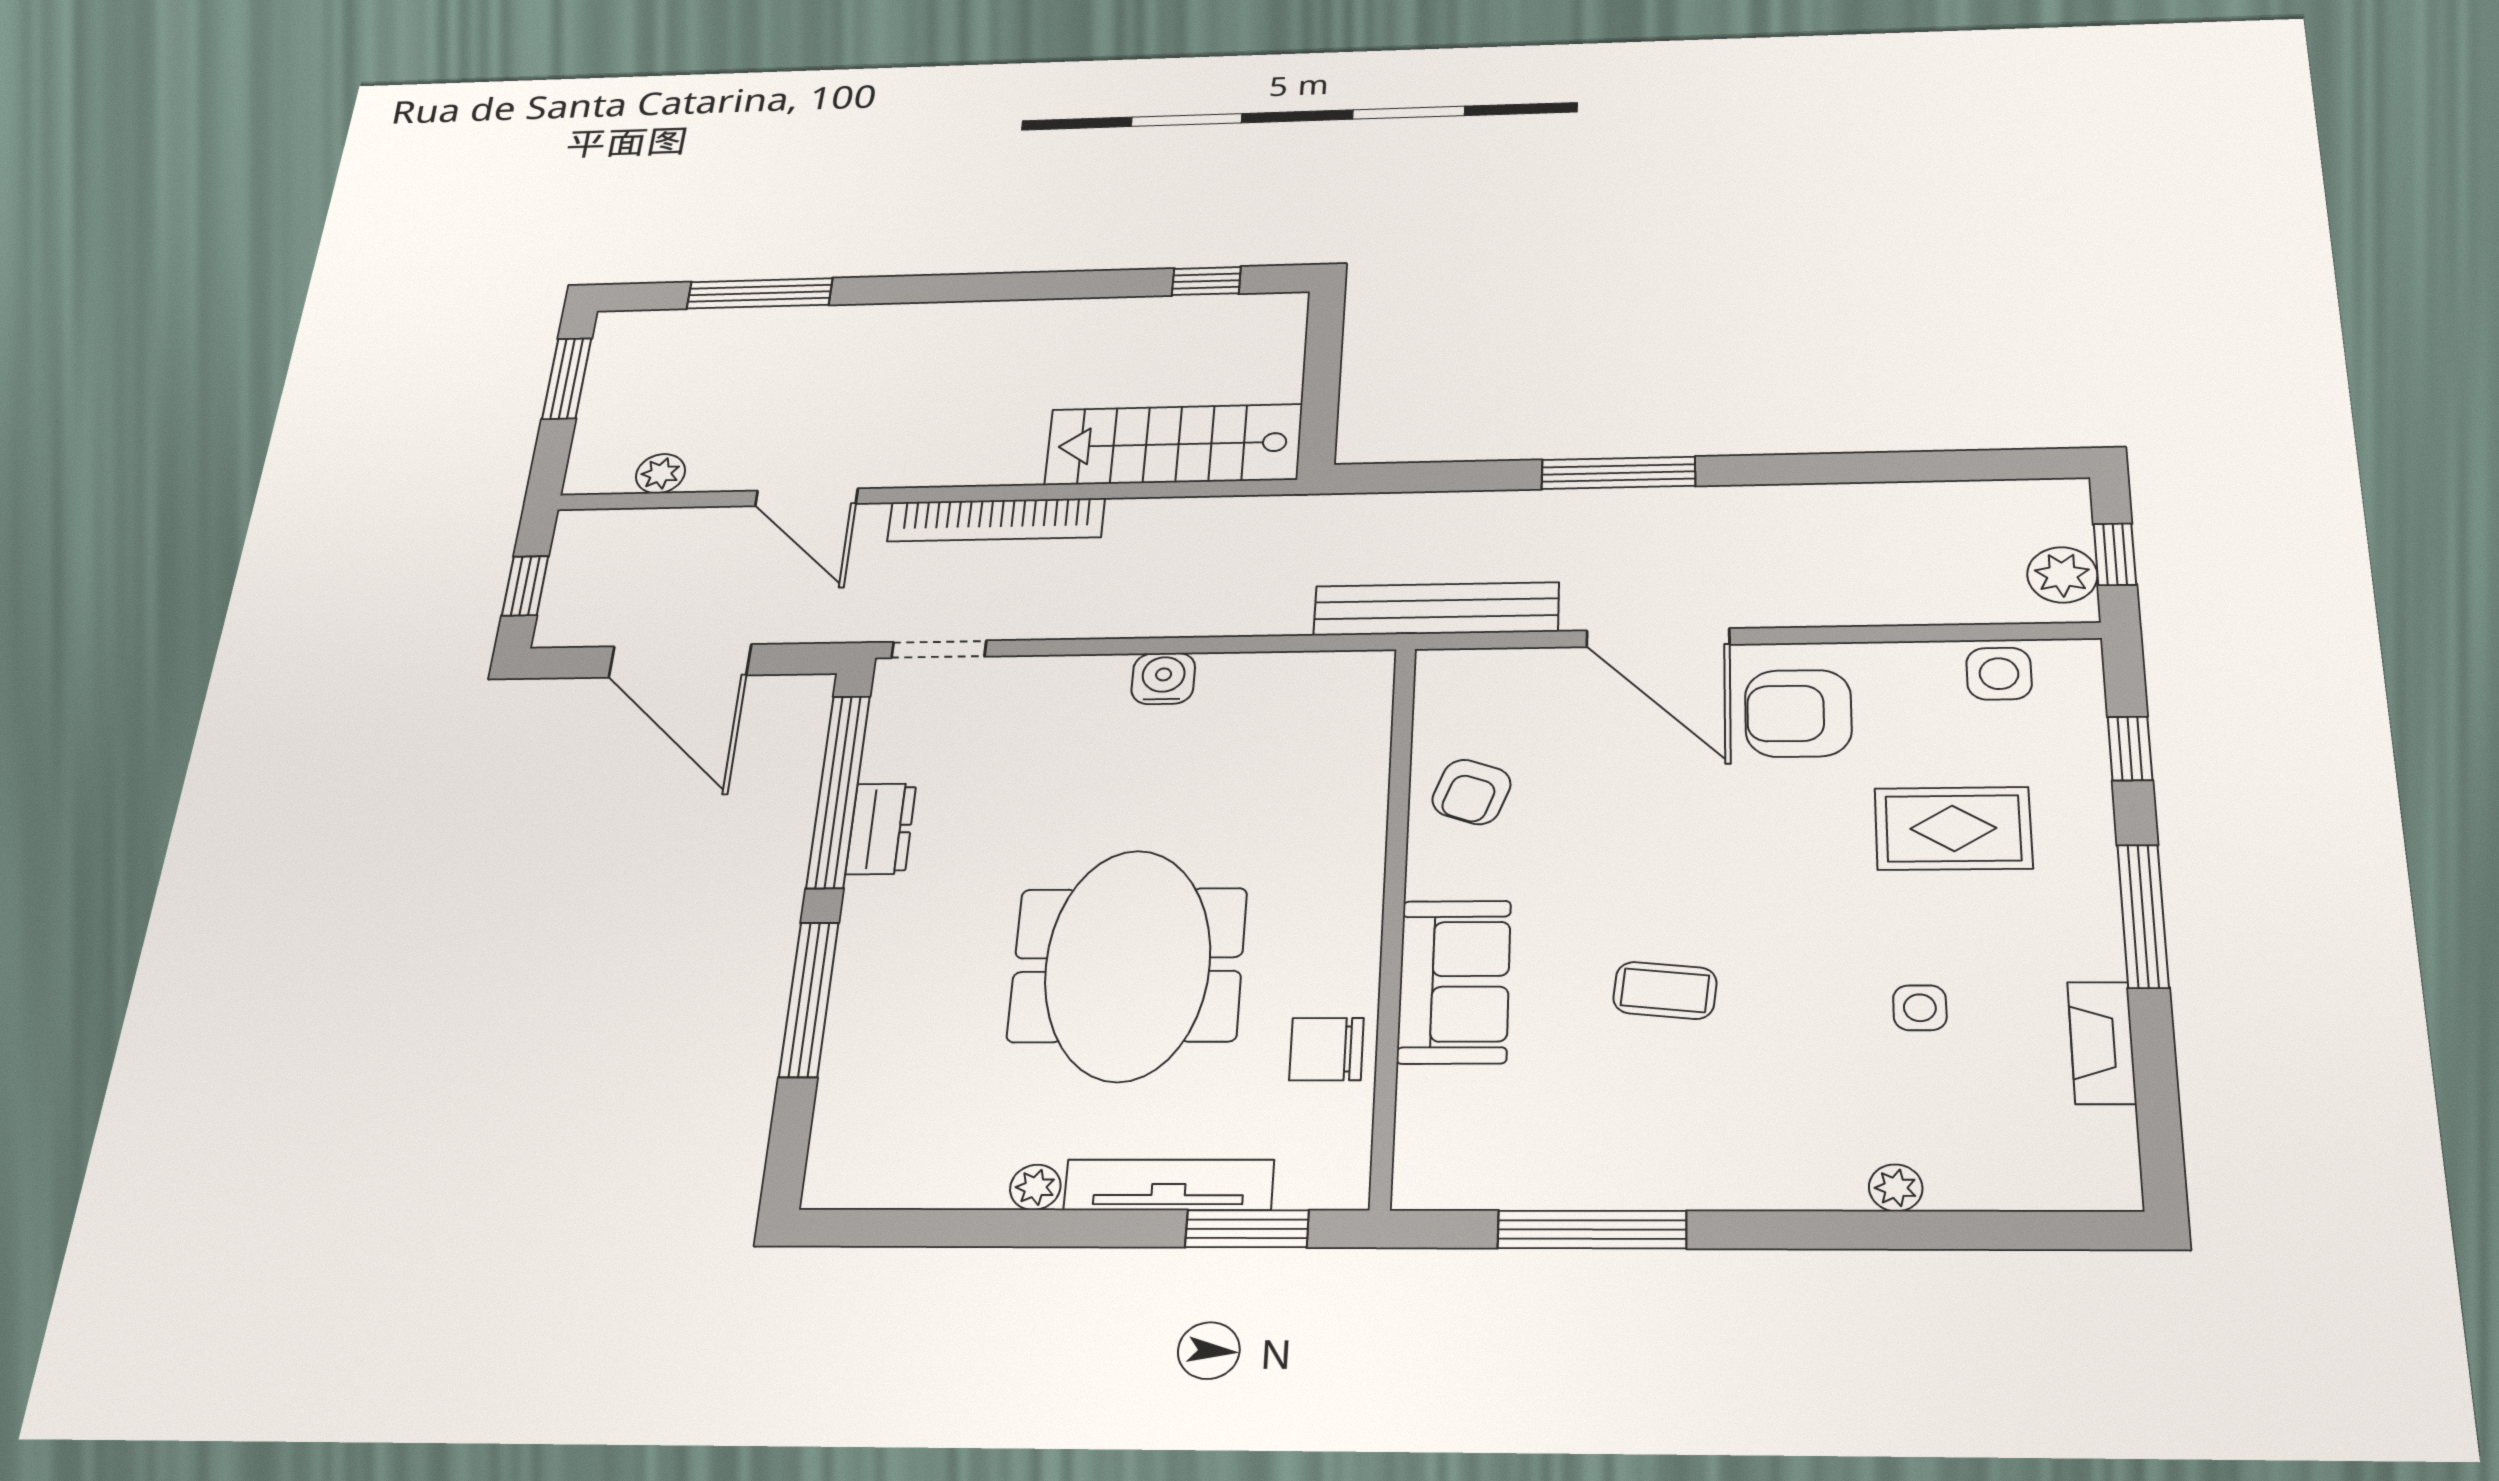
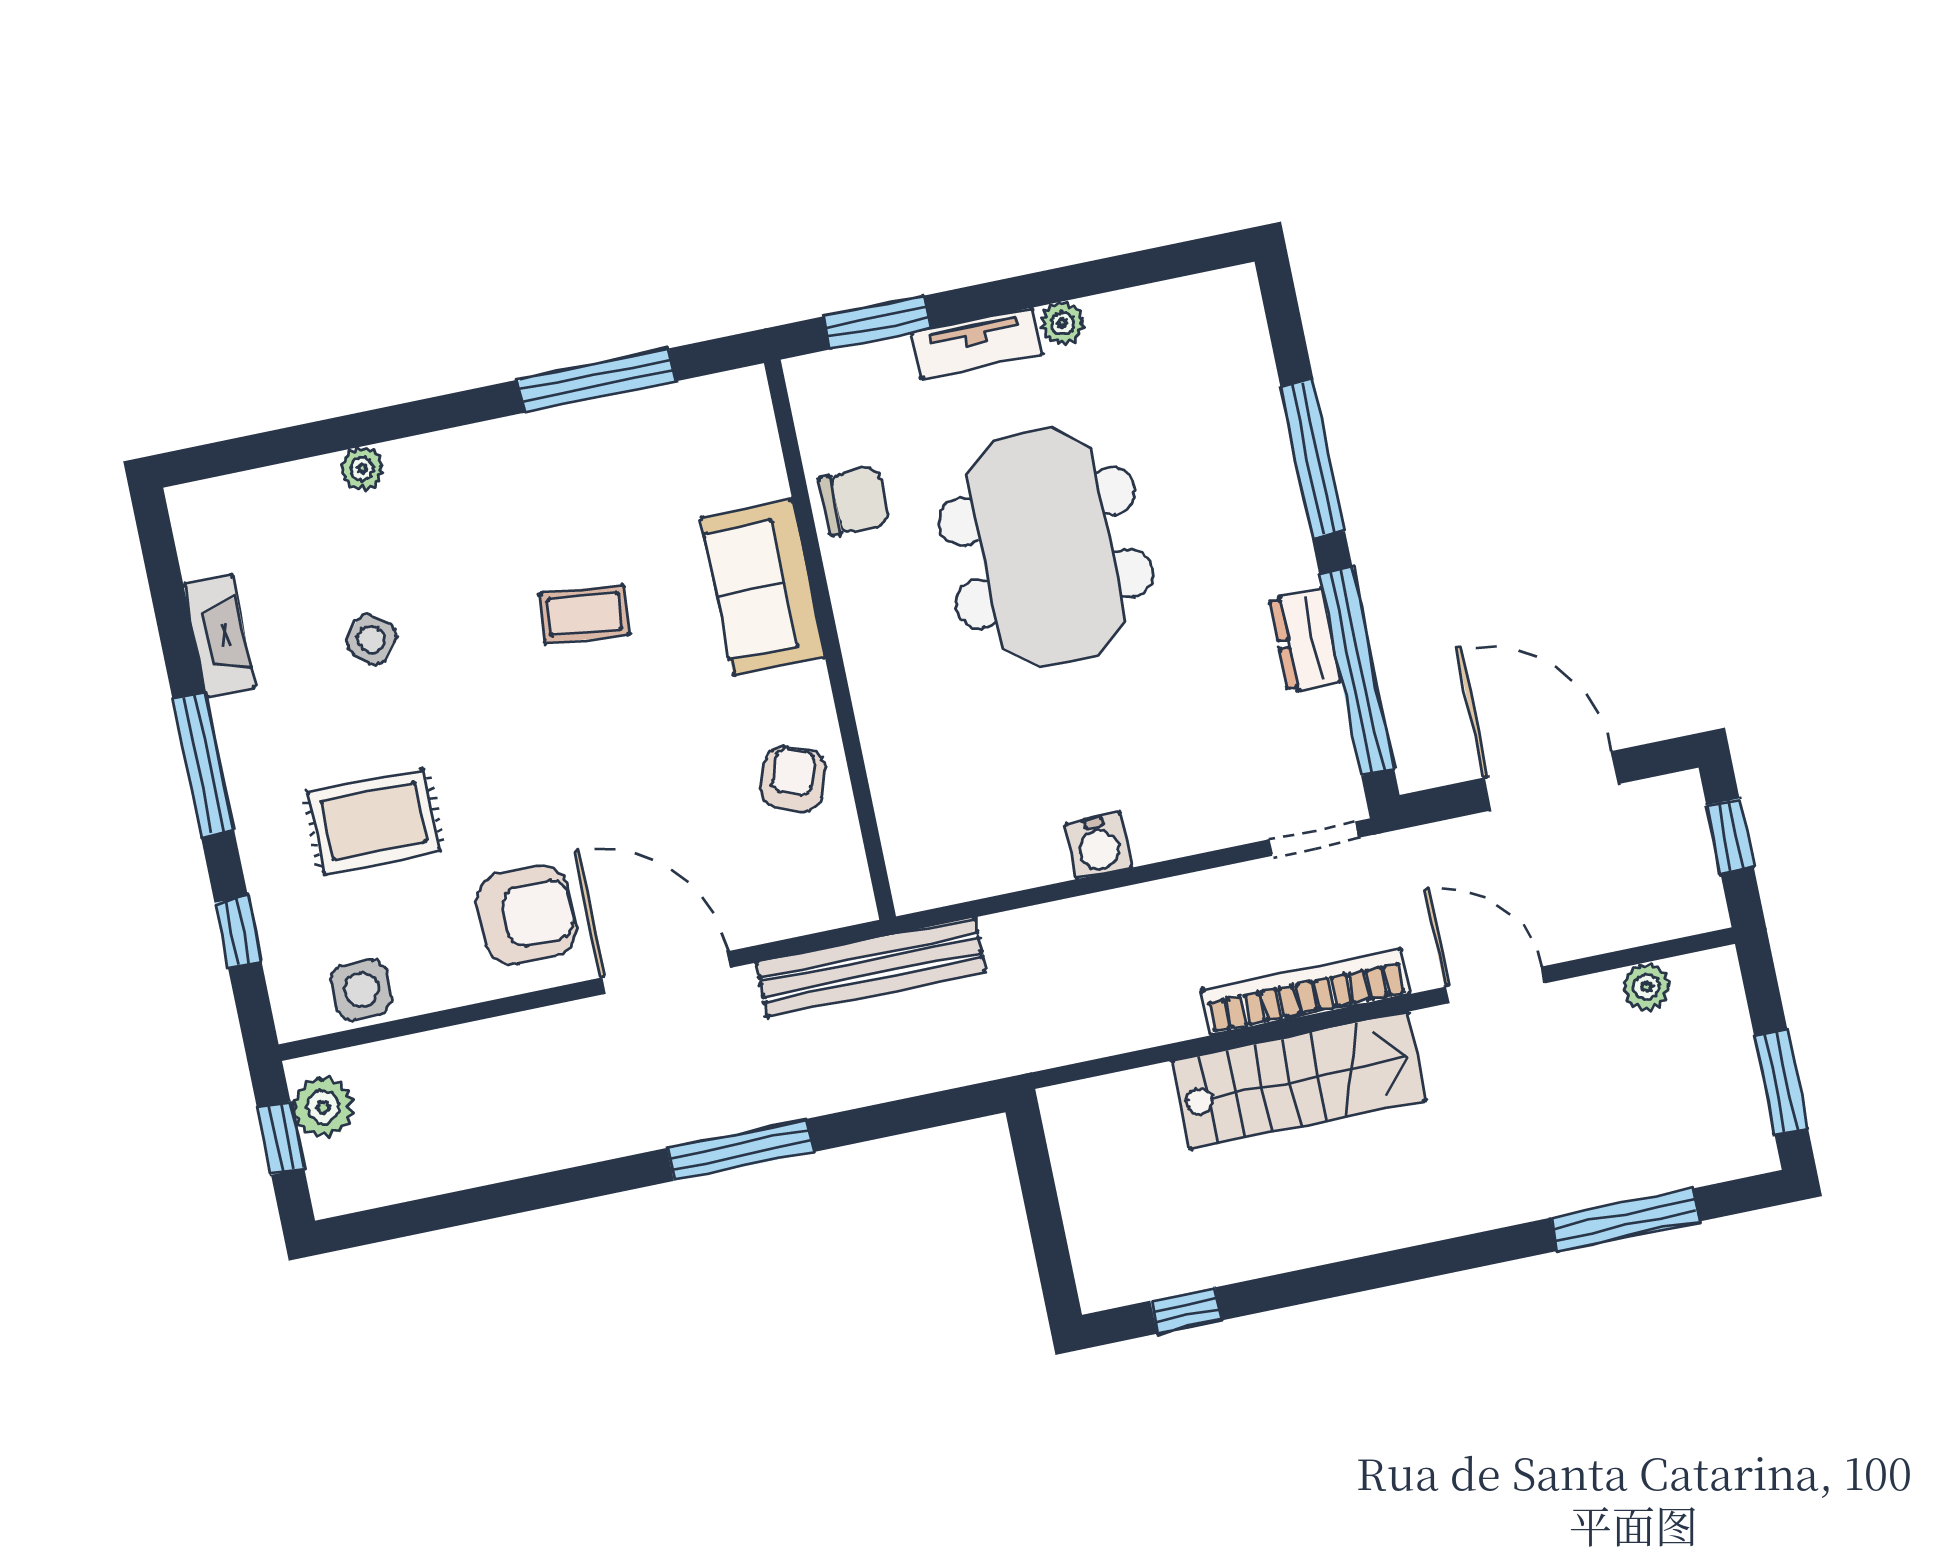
stairs: (1174, 444) -> (1299, 1081), moved
side table: (1920, 1008) -> (372, 640), turned 38
tv unit: (1169, 1185) -> (977, 343), width x0.71

